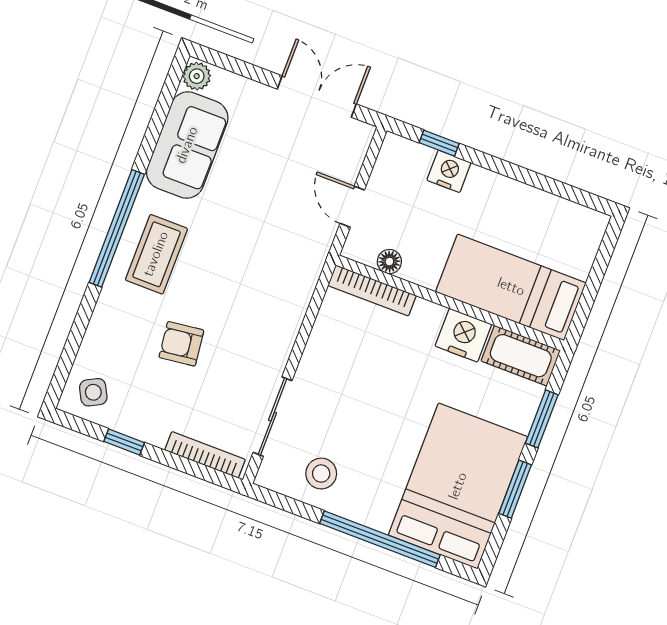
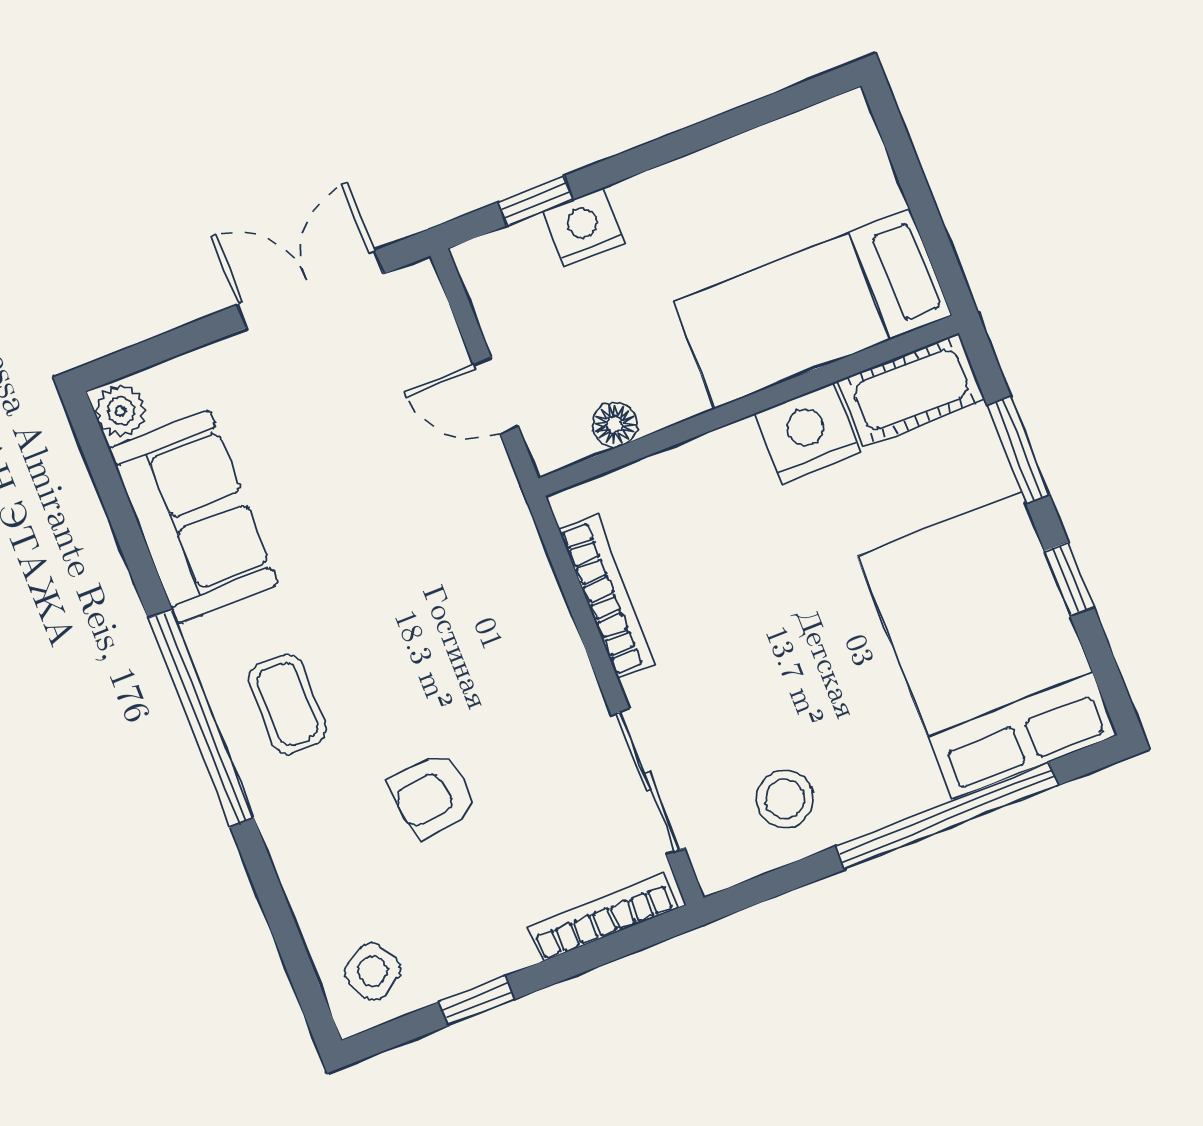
coffee table: (156, 254) -> (287, 704), width x0.73, depth x0.77
bookcase: (372, 290) -> (607, 597), moved, turned -90
window: (515, 489) -> (1069, 579), width x0.67

